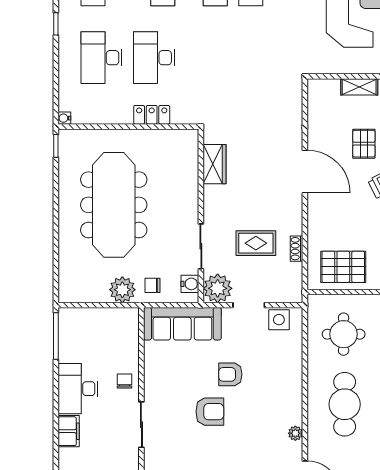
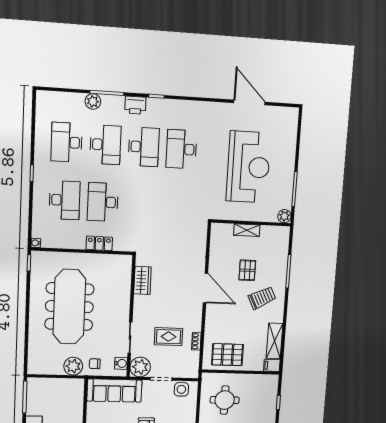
desk: (101, 58) -> (64, 200), turned 180

